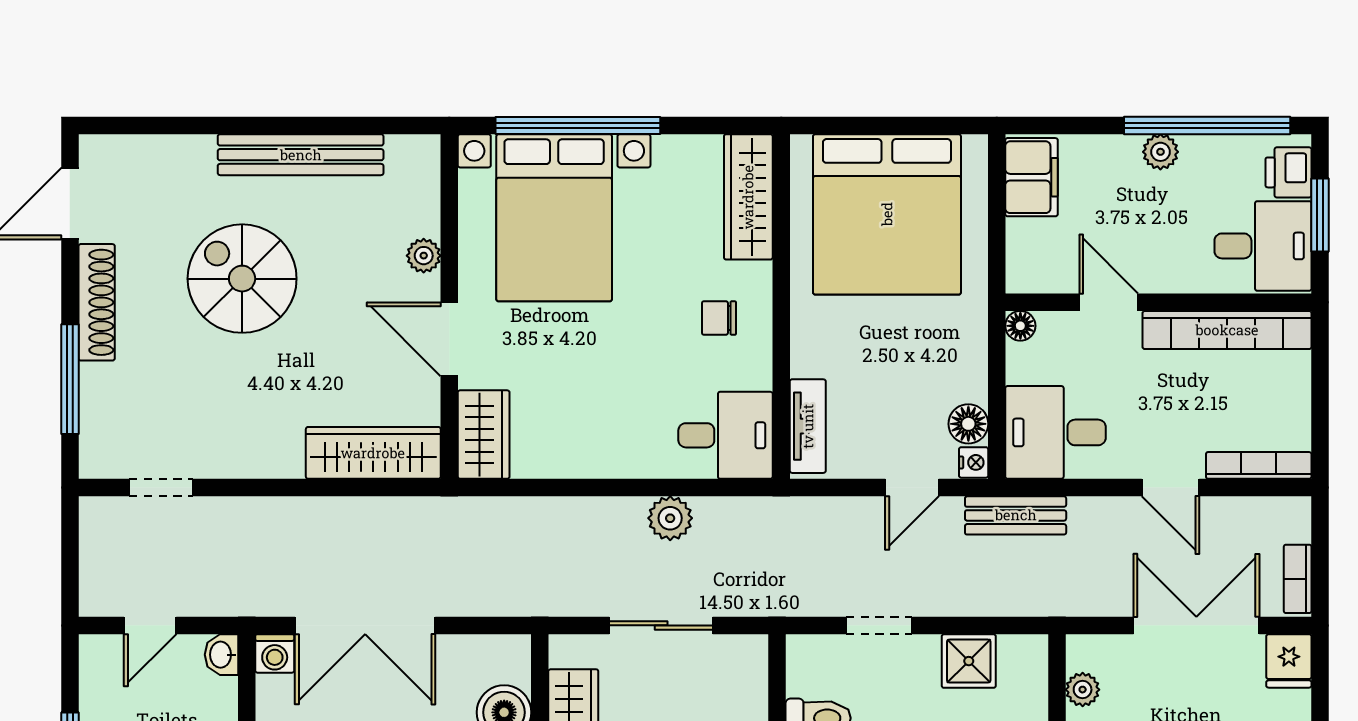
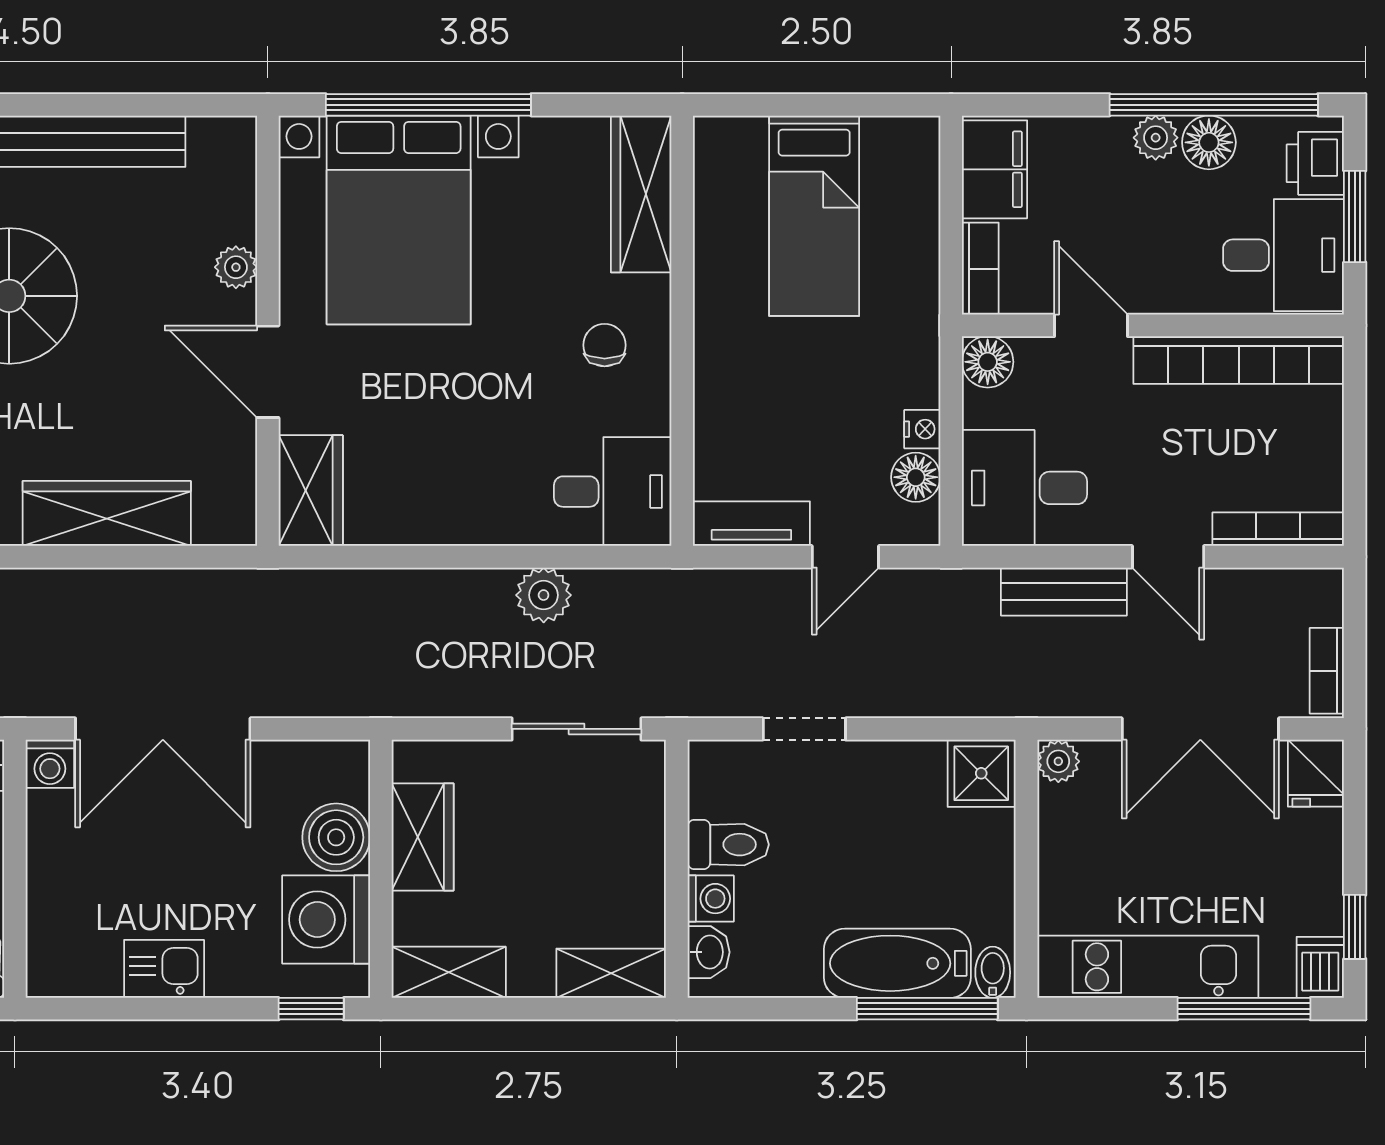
floor lamp: (1203, 156) -> (1209, 142), added
bed: (887, 214) -> (814, 216), width x0.49
bookcase: (1020, 257) -> (980, 269), added
chair: (719, 318) -> (605, 345), turned 90
floor lamp: (1020, 326) -> (988, 362), width x1.37, depth x1.37
tv unit: (808, 426) -> (751, 524), moved, turned -90
wardrobe: (373, 453) -> (107, 513), moved
nightstand: (974, 462) -> (922, 429), moved
bench: (1016, 515) -> (1064, 592), moved
sliding door: (661, 625) -> (576, 729), moved
double door: (1196, 625) -> (1200, 729), swing flipped
shower: (969, 661) -> (981, 773), moved
plant: (1083, 690) -> (1058, 761), moved

